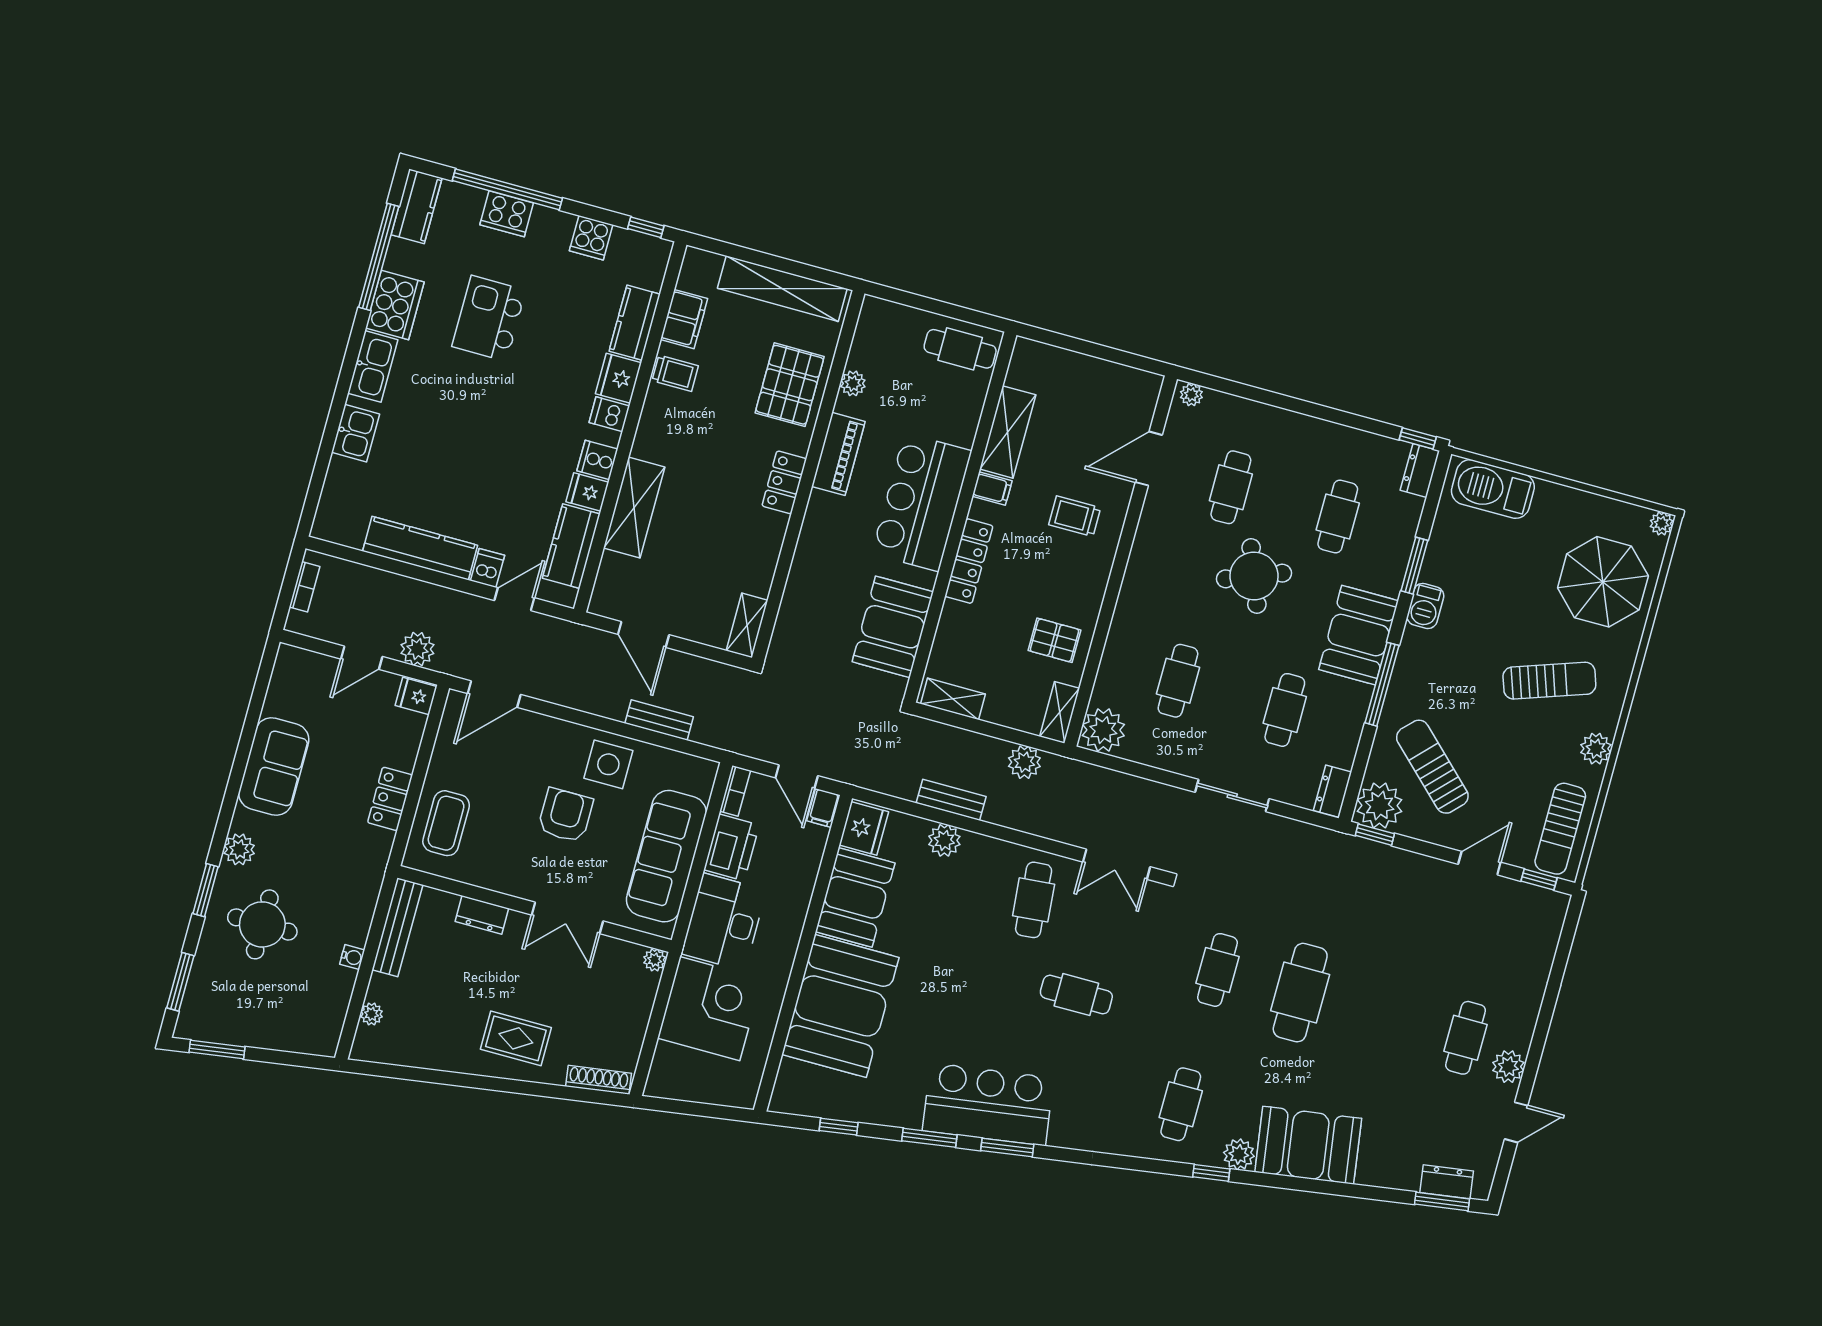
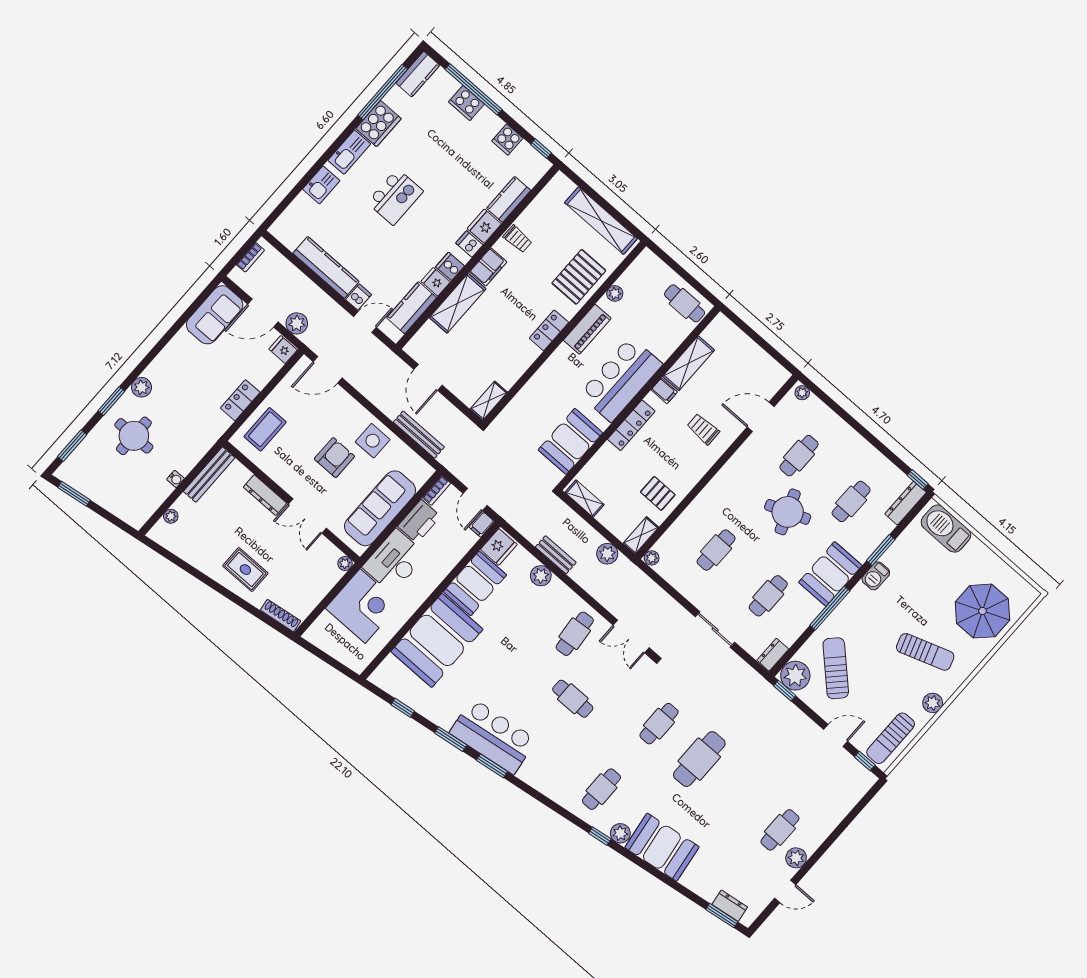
kitchen island: (489, 318) -> (395, 197), moved, turned 180
filing cabinet: (684, 319) -> (488, 267), moved
dresser: (1420, 471) -> (906, 503), width x1.44
plant: (1662, 524) -> (1031, 594), removed
door: (362, 658) -> (263, 313), width x1.37
bench: (659, 720) -> (419, 435), width x1.36
plant: (1103, 730) -> (652, 558), width x0.53, depth x0.53
sofa: (274, 766) -> (215, 315), moved
dresser: (482, 915) -> (265, 495), width x1.44

